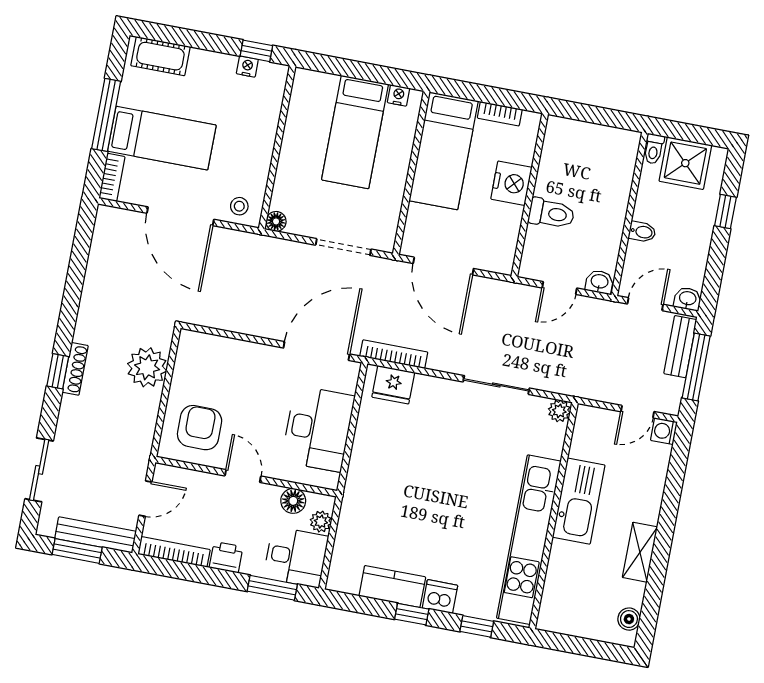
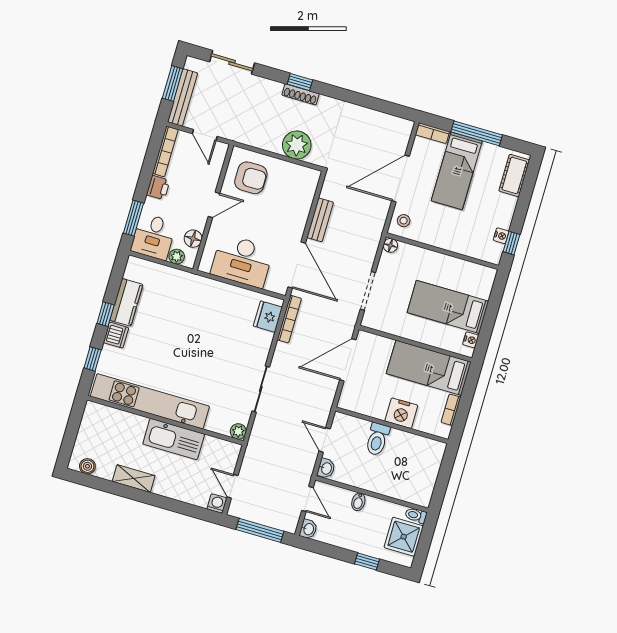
bench: (680, 347) -> (320, 220), moved, turned 90

